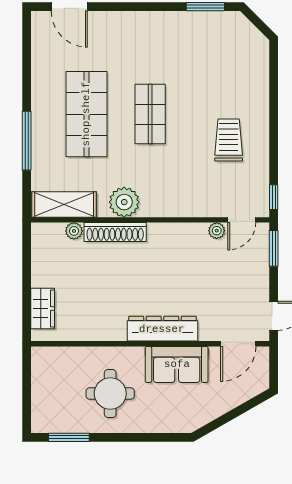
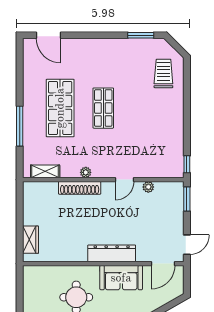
trolley: (229, 140) -> (163, 73), moved
plant: (124, 202) -> (86, 172), width x0.53, depth x0.53
shelving: (64, 204) -> (45, 171), width x0.67, depth x0.75
door: (242, 220) -> (124, 180), moved
plant: (74, 231) -> (52, 187), removed

